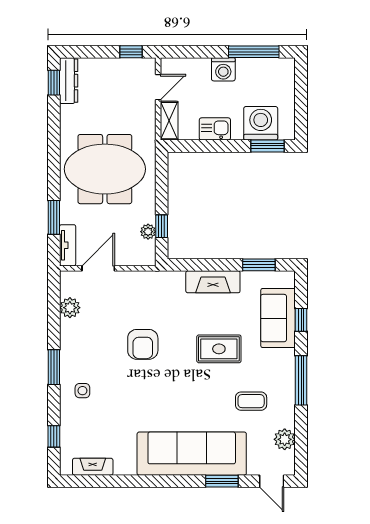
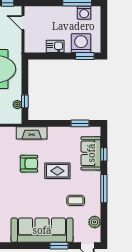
washing machine: (223, 69) -> (84, 13), moved
door: (158, 87) -> (23, 23), swing flipped
shelving: (169, 121) -> (29, 42), removed
fireplace: (213, 282) -> (32, 133), moved
armchair: (143, 344) -> (29, 164), moved, turned -90

